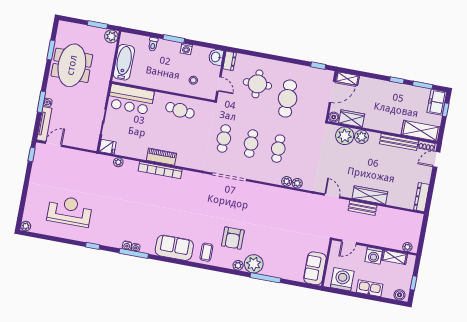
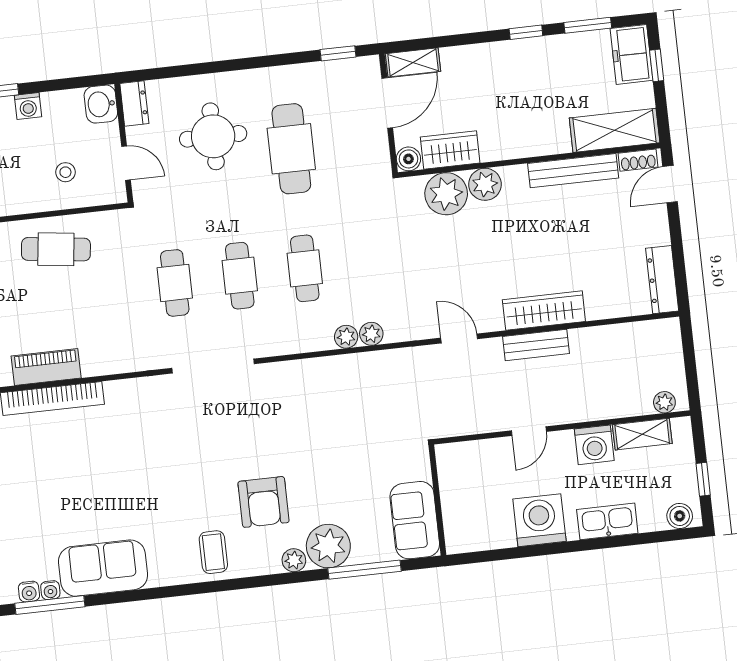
sofa: (174, 248) -> (103, 568), moved
wall: (327, 263) -> (437, 500), moved
sofa: (315, 268) -> (415, 520), moved

